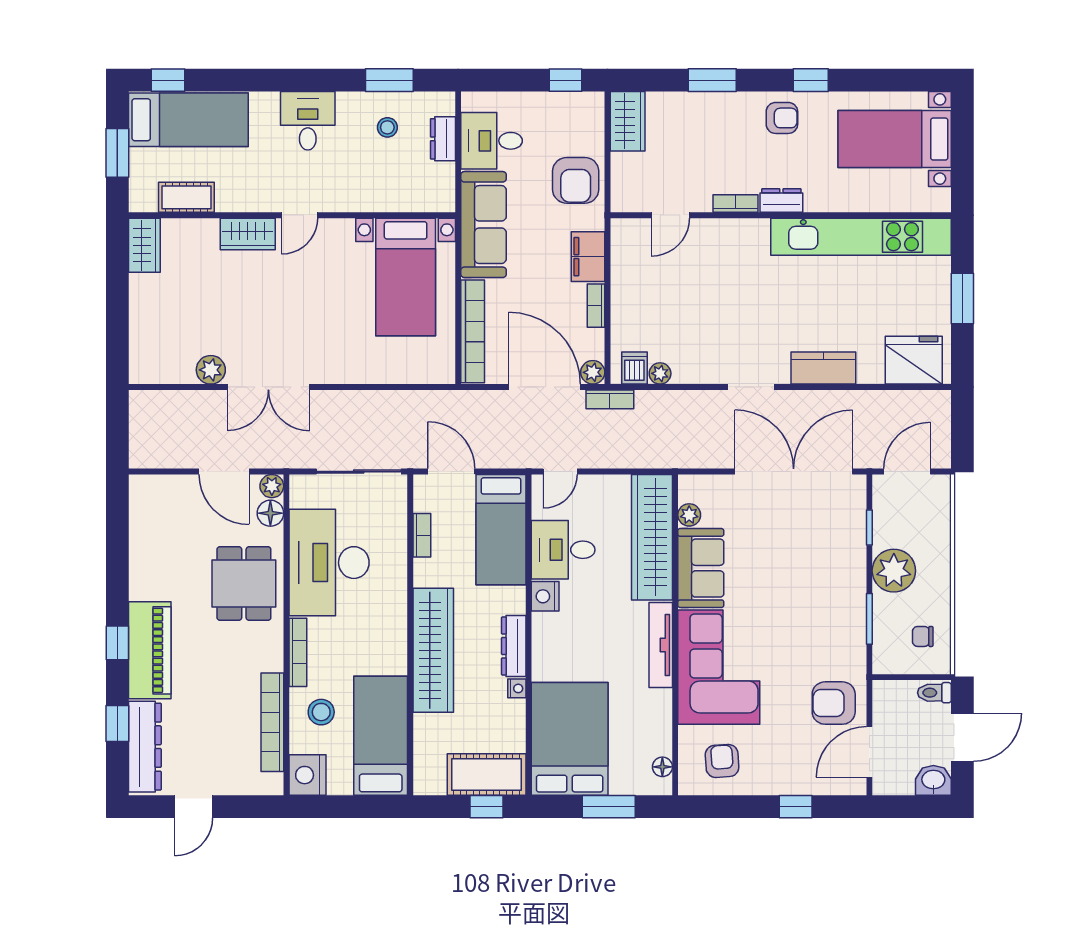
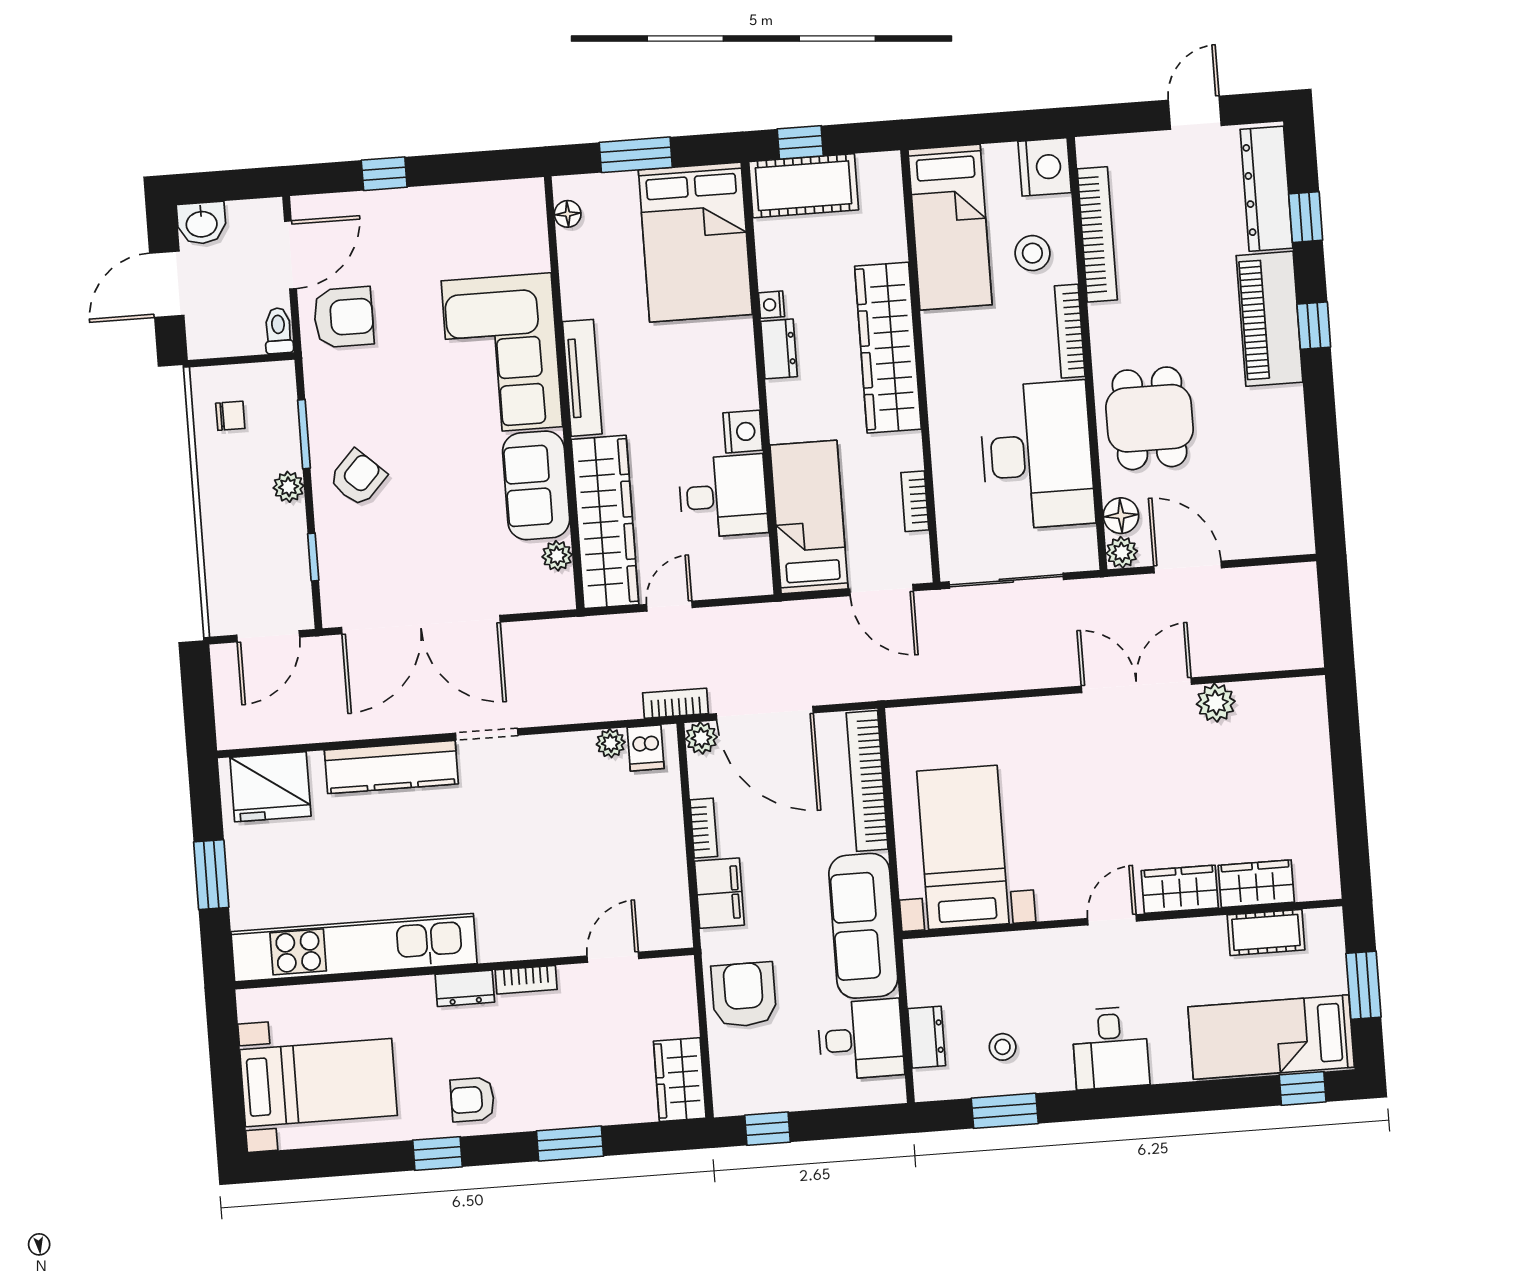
wardrobe: (144, 245) -> (1256, 884), moved, turned 90
kitchen counter: (823, 368) -> (391, 767), width x1.50
door: (560, 472) -> (669, 606), moved
plant: (894, 571) -> (289, 487), width x0.53, depth x0.53
dresser: (514, 646) -> (779, 349), width x0.70
toilet: (934, 693) -> (278, 331), moved, turned -90
armchair: (722, 761) -> (358, 478), moved, turned -133

